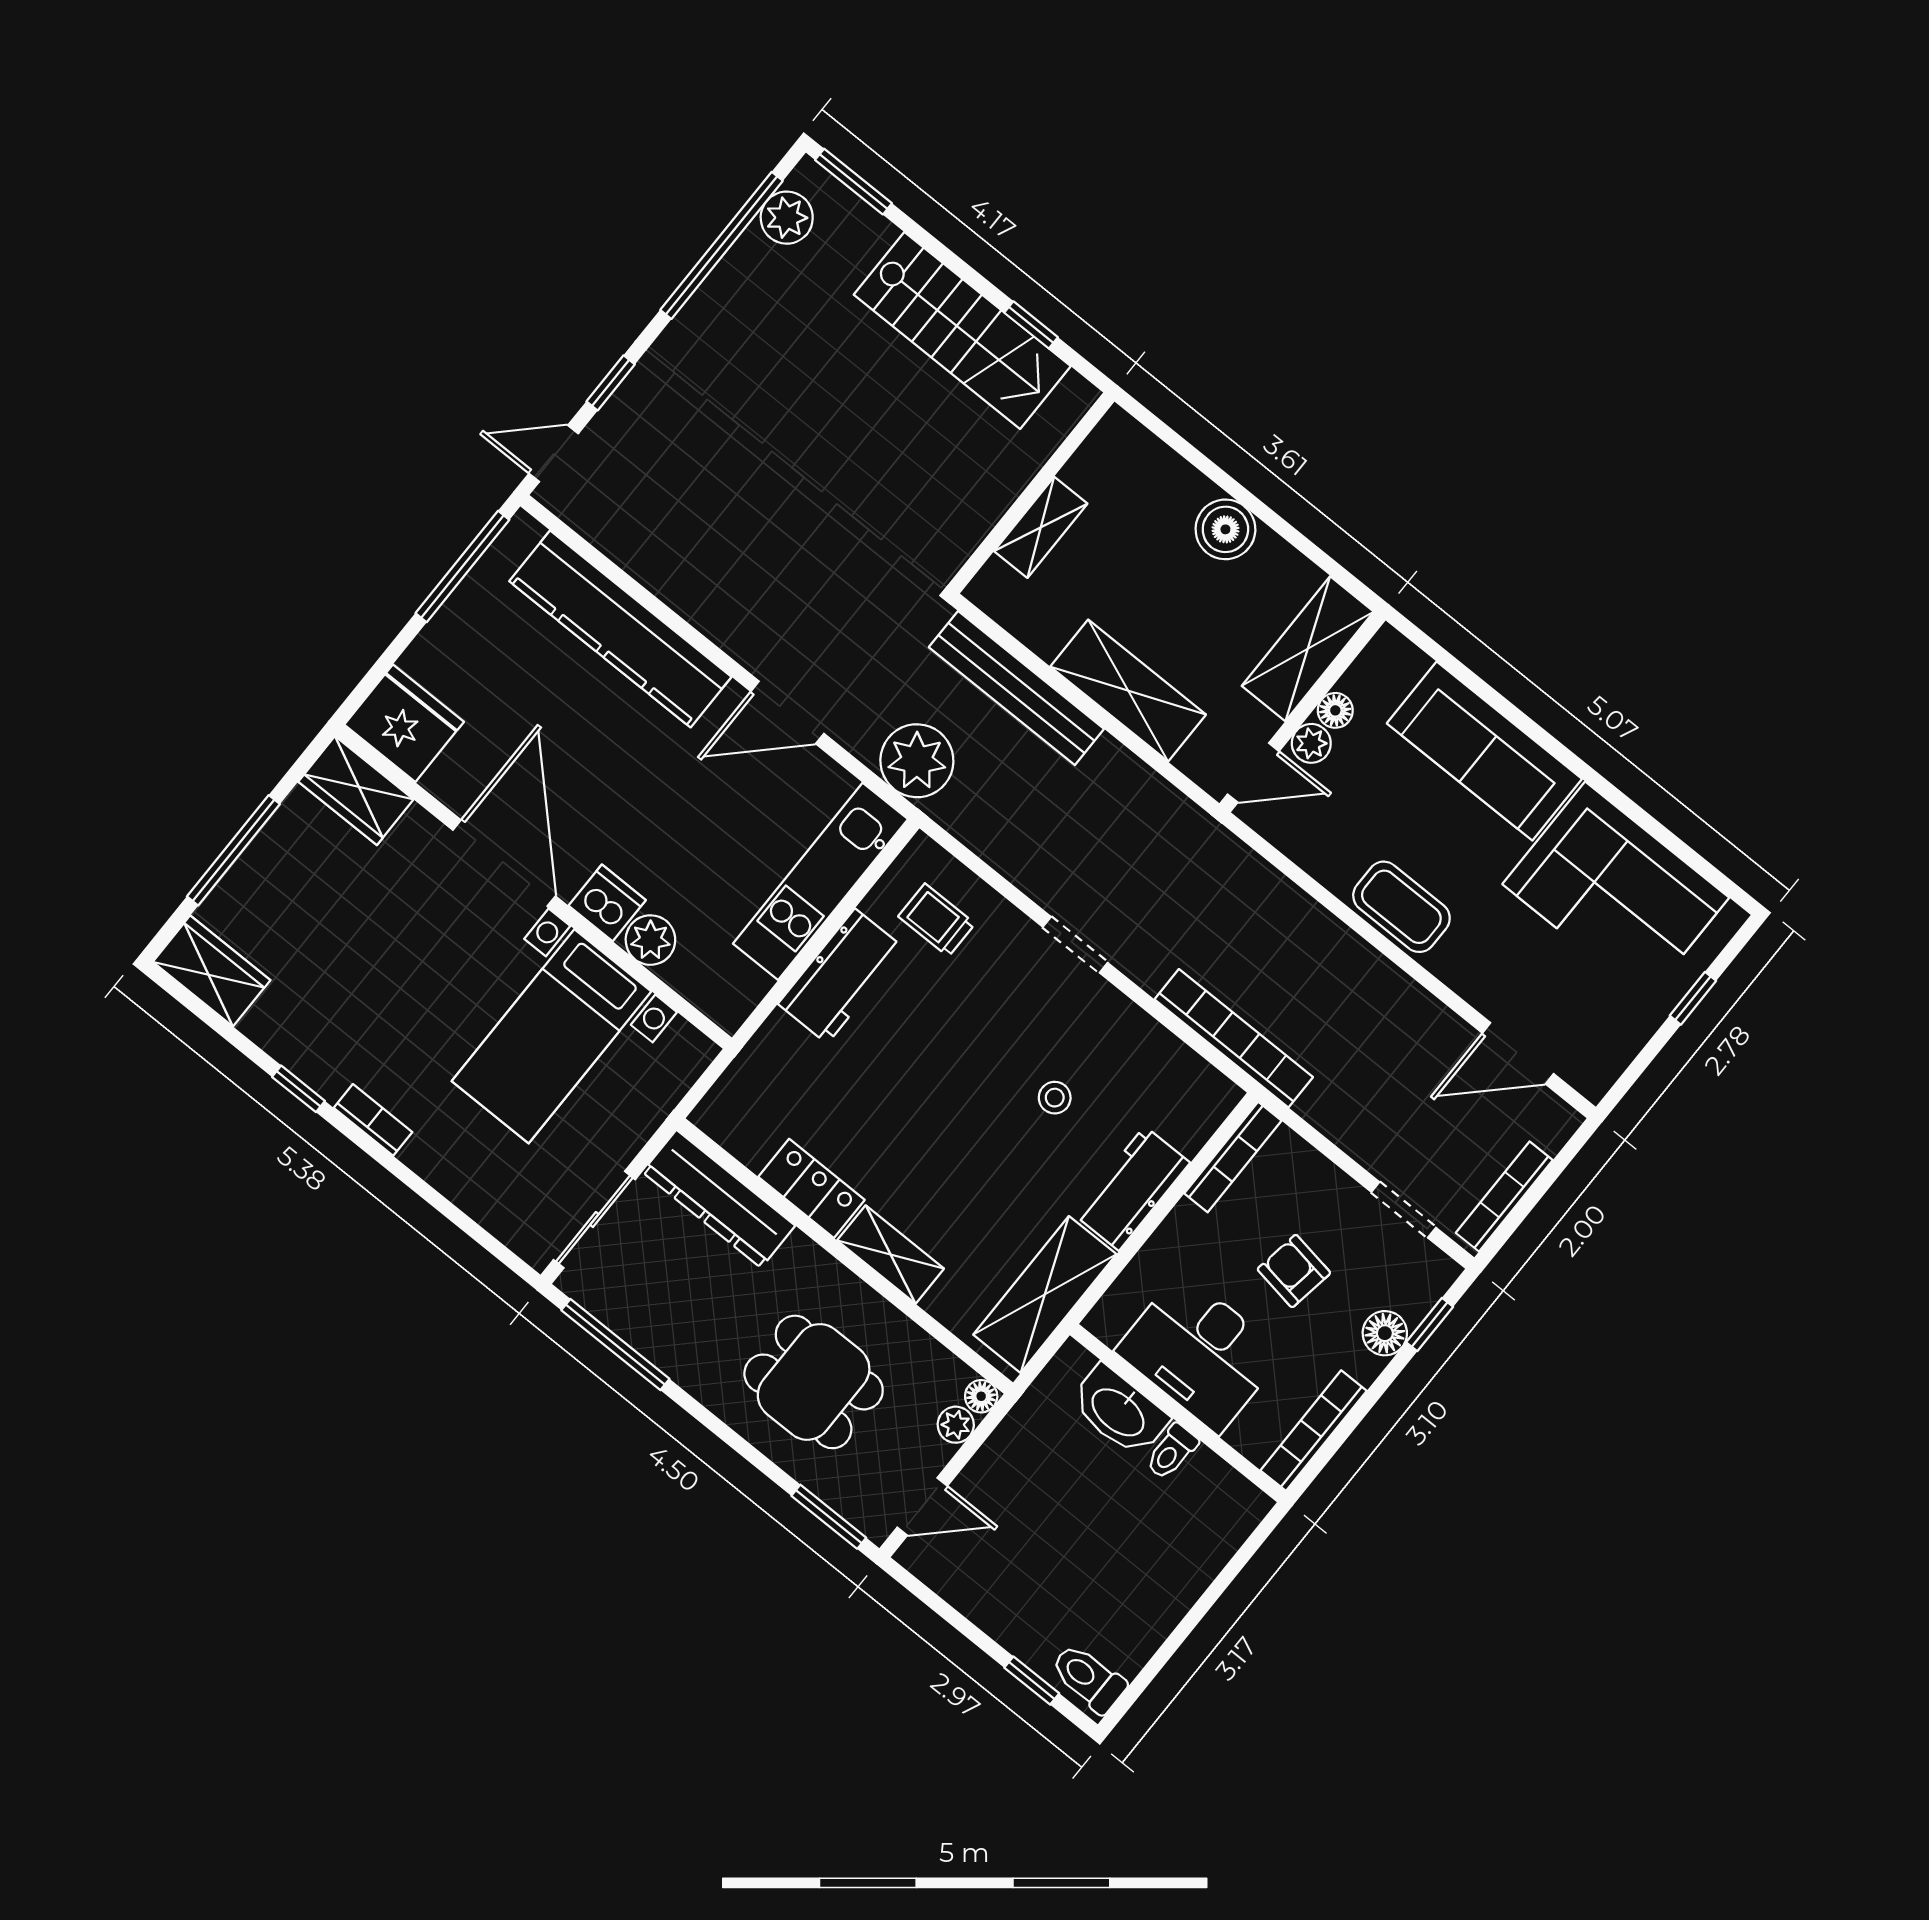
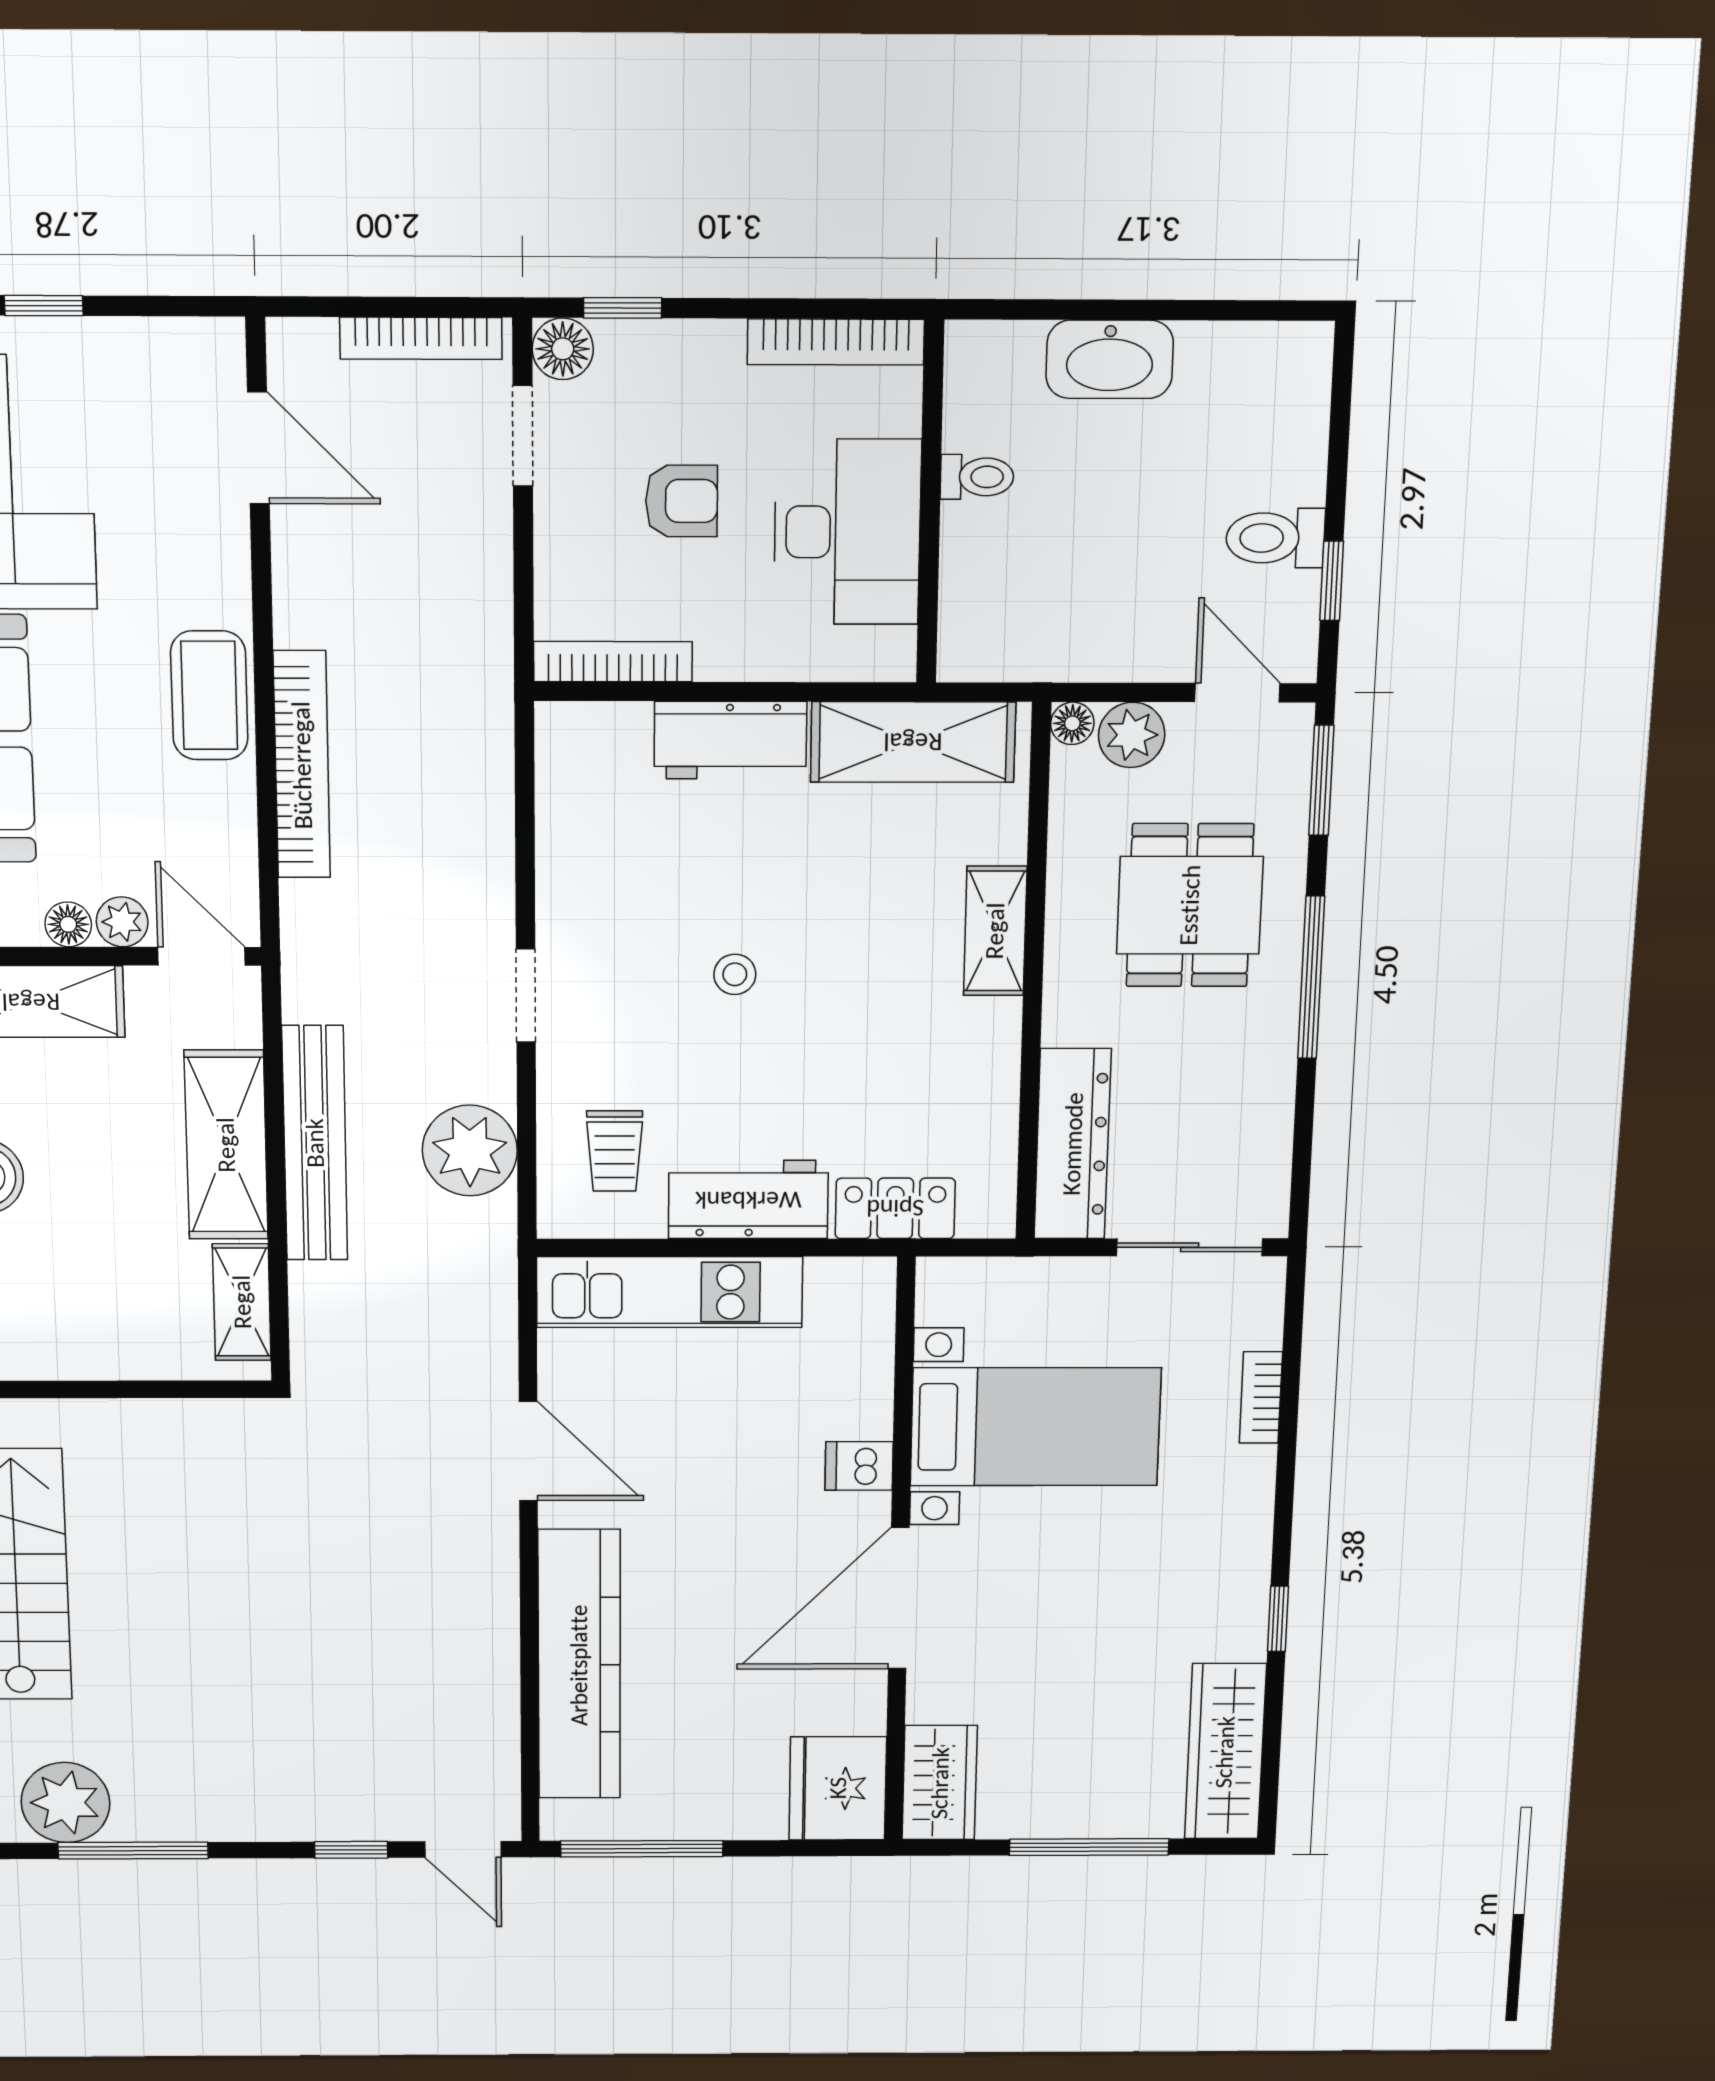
plant: (787, 218) -> (65, 1803), width x1.36, depth x1.36
window: (721, 245) -> (133, 1851), width x0.68
shelving: (1041, 527) -> (242, 1302), moved, turned 90
bench: (1016, 688) -> (315, 1143), moved
plant: (917, 761) -> (470, 1151), moved
dishwasher: (607, 903) -> (859, 1466), width x0.73
plant: (650, 940) -> (862, 1407), removed
wardrobe: (212, 971) -> (1225, 1752), width x1.50
bookcase: (1234, 1038) -> (302, 765), moved, turned 180
stool: (1055, 1098) -> (735, 974), moved
bookcase: (373, 1120) -> (1261, 1397), moved
locker: (812, 1188) -> (895, 1208), moved, turned 90
armchair: (1294, 1271) -> (681, 501), turned -99
floor lamp: (1385, 1333) -> (563, 349), moved
window: (615, 1344) -> (1311, 977), moved
washbasin: (1119, 1411) -> (1110, 359), moved, turned 90
plant: (956, 1425) -> (1132, 735), width x1.38, depth x1.38
toilet: (1088, 1678) -> (1275, 538), moved, turned 90
window: (1032, 1680) -> (1332, 581), moved

